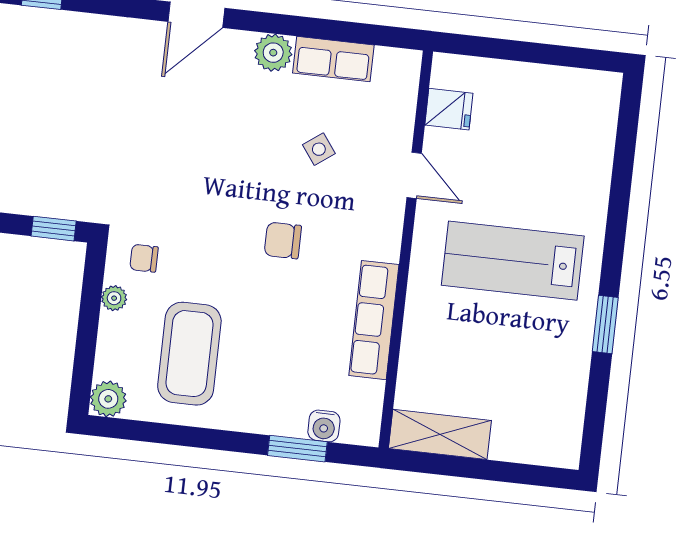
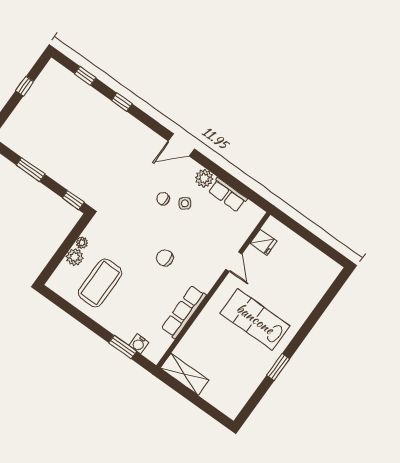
side table: (319, 149) -> (185, 203), moved
chair: (144, 258) -> (163, 199), moved
plant: (108, 399) -> (75, 257), moved

